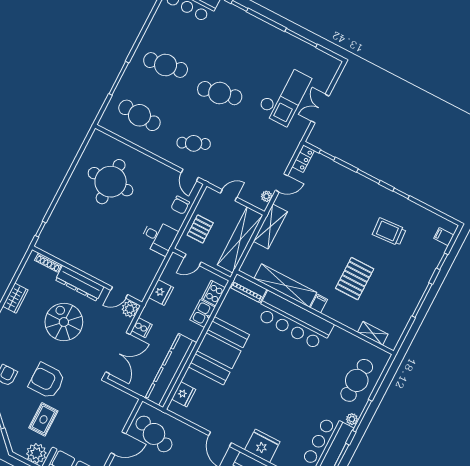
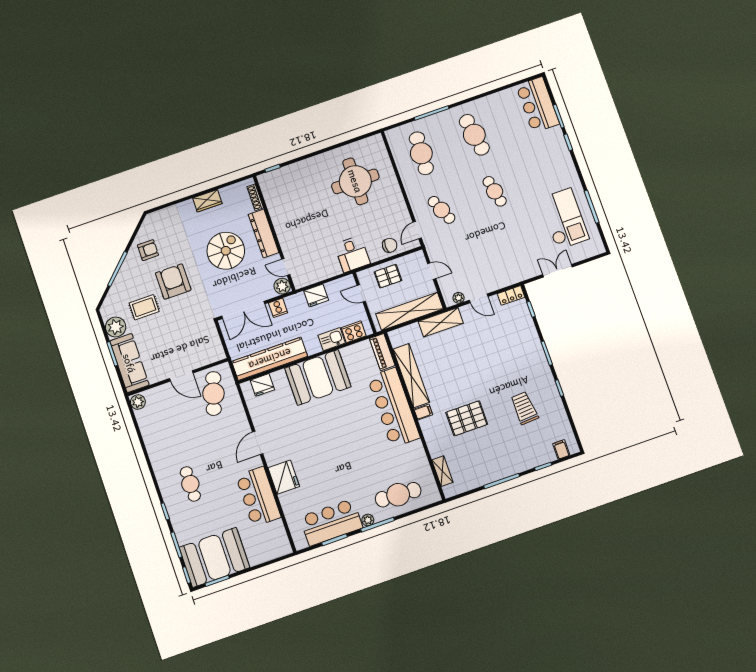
cafe table: (220, 93) -> (495, 191), width x0.73, depth x0.74
checkout: (284, 95) -> (564, 219), moved, turned -90
chair: (180, 205) -> (390, 245), turned 180

